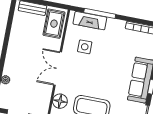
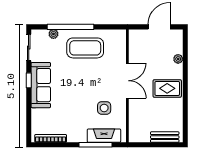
rug: (54, 24) -> (167, 88), moved, turned 90
floor lamp: (60, 101) -> (119, 48), removed

